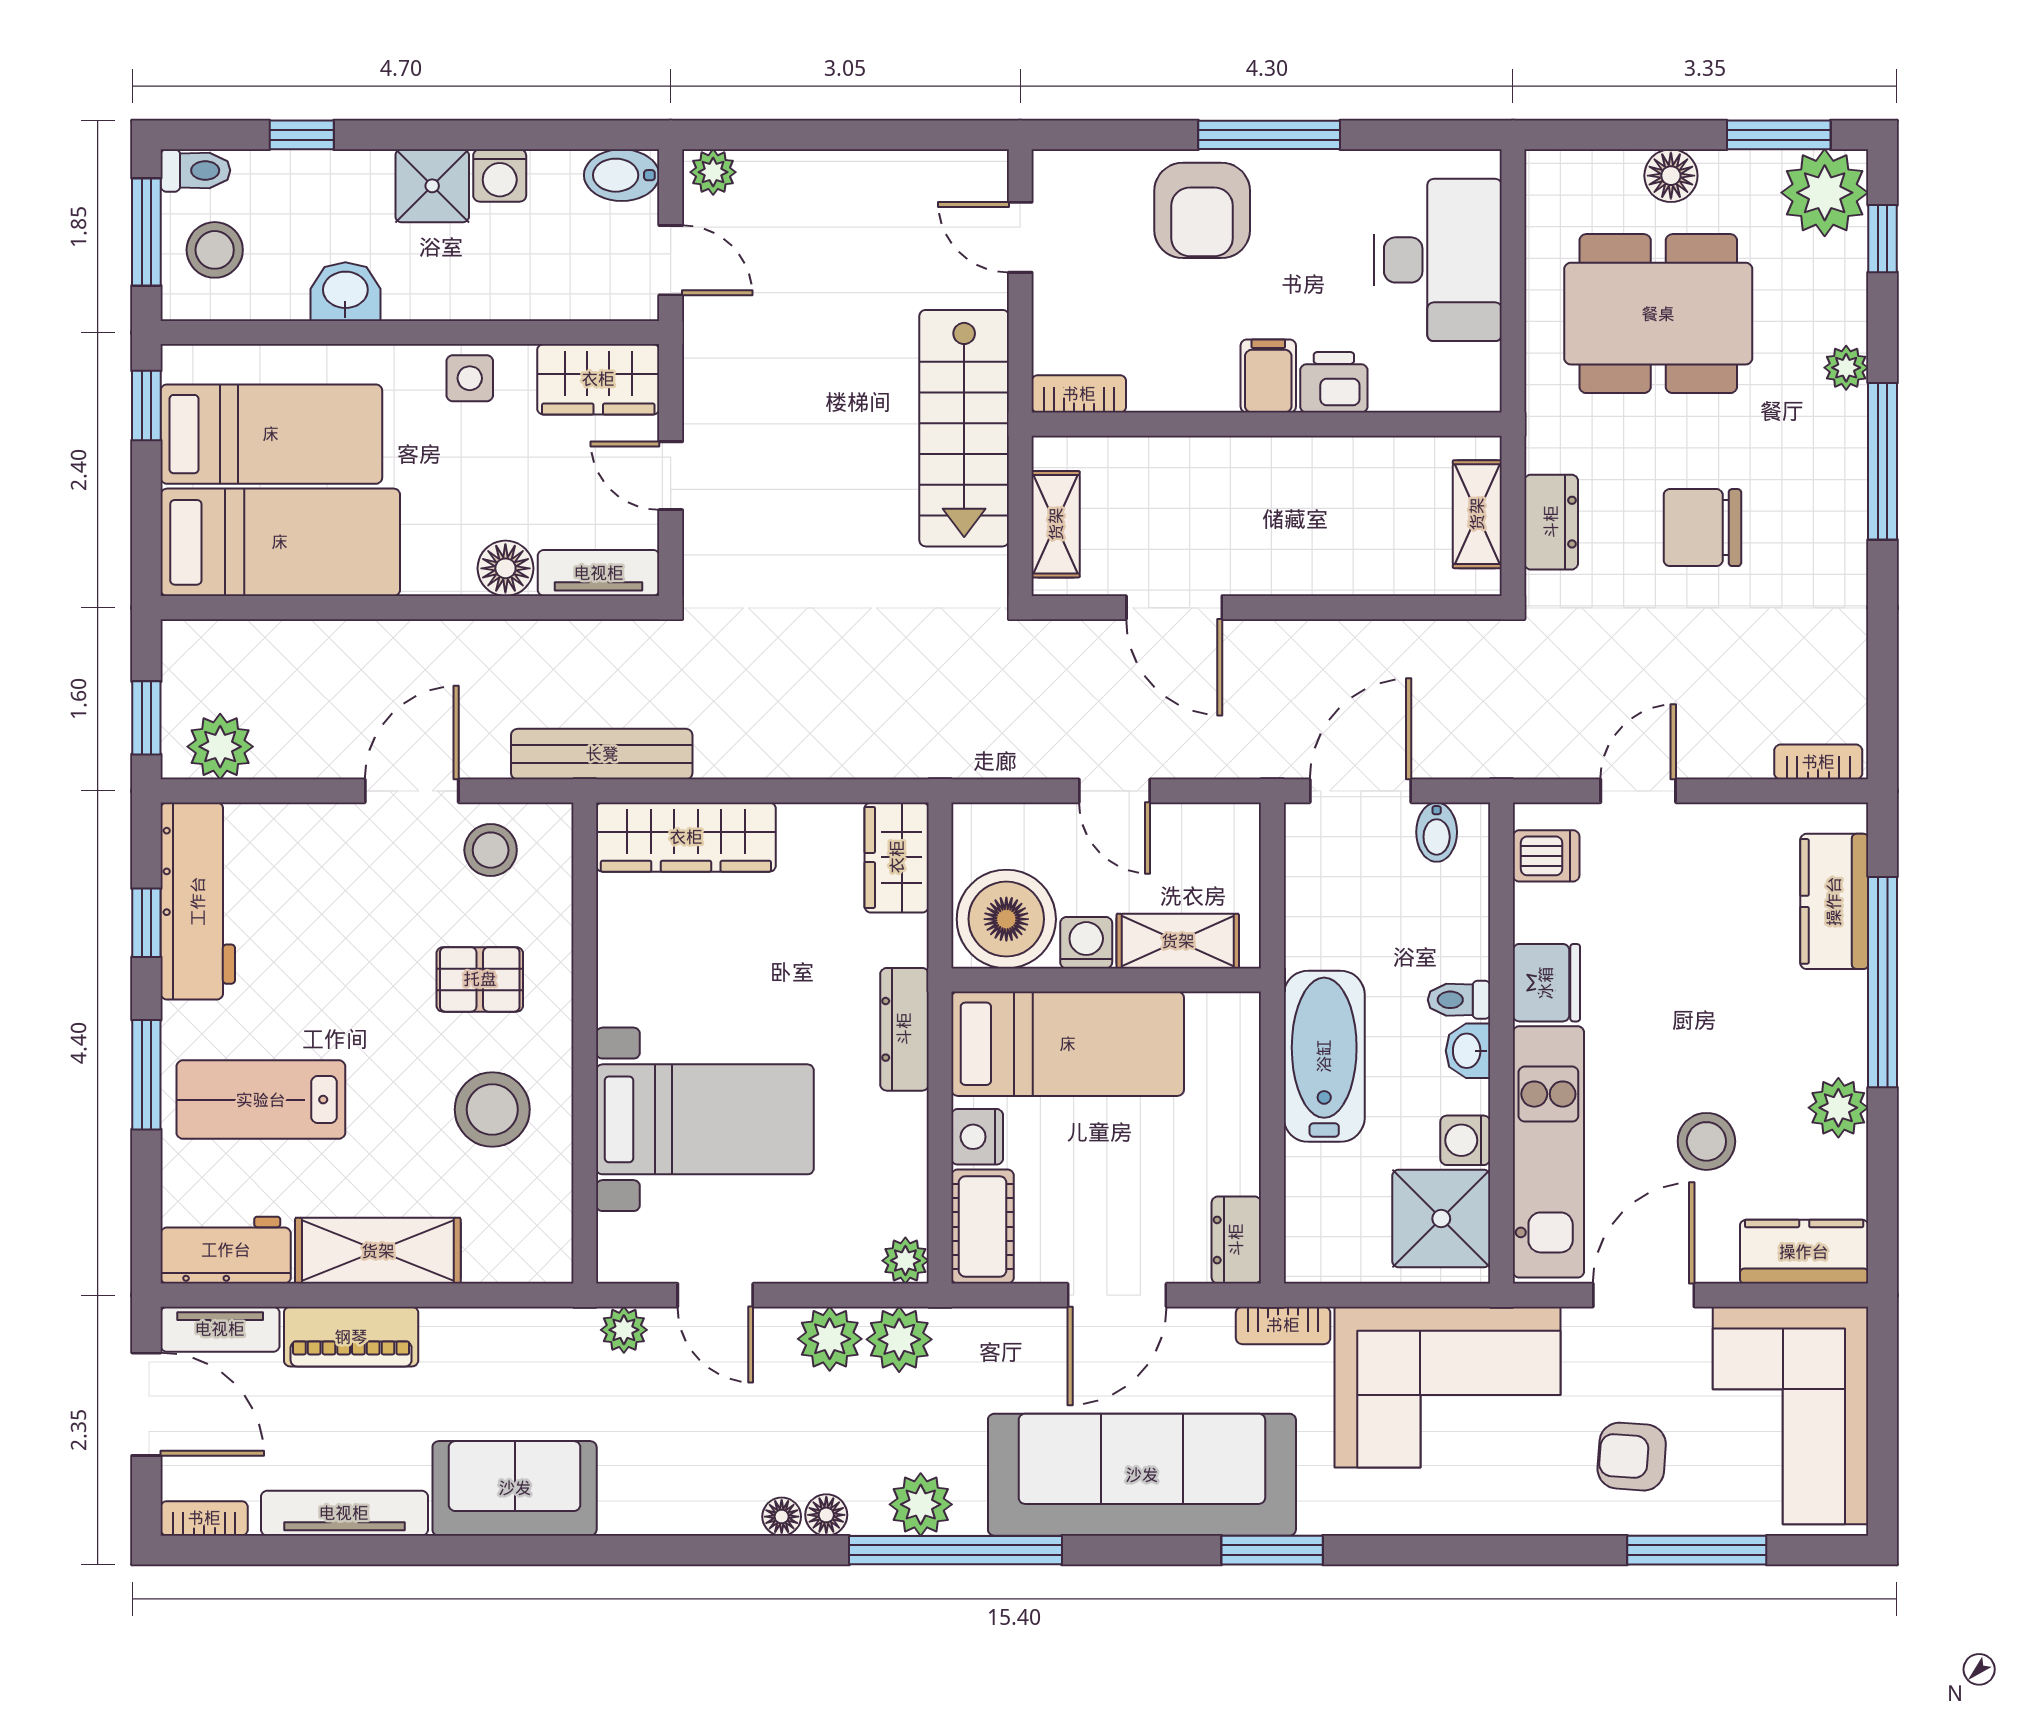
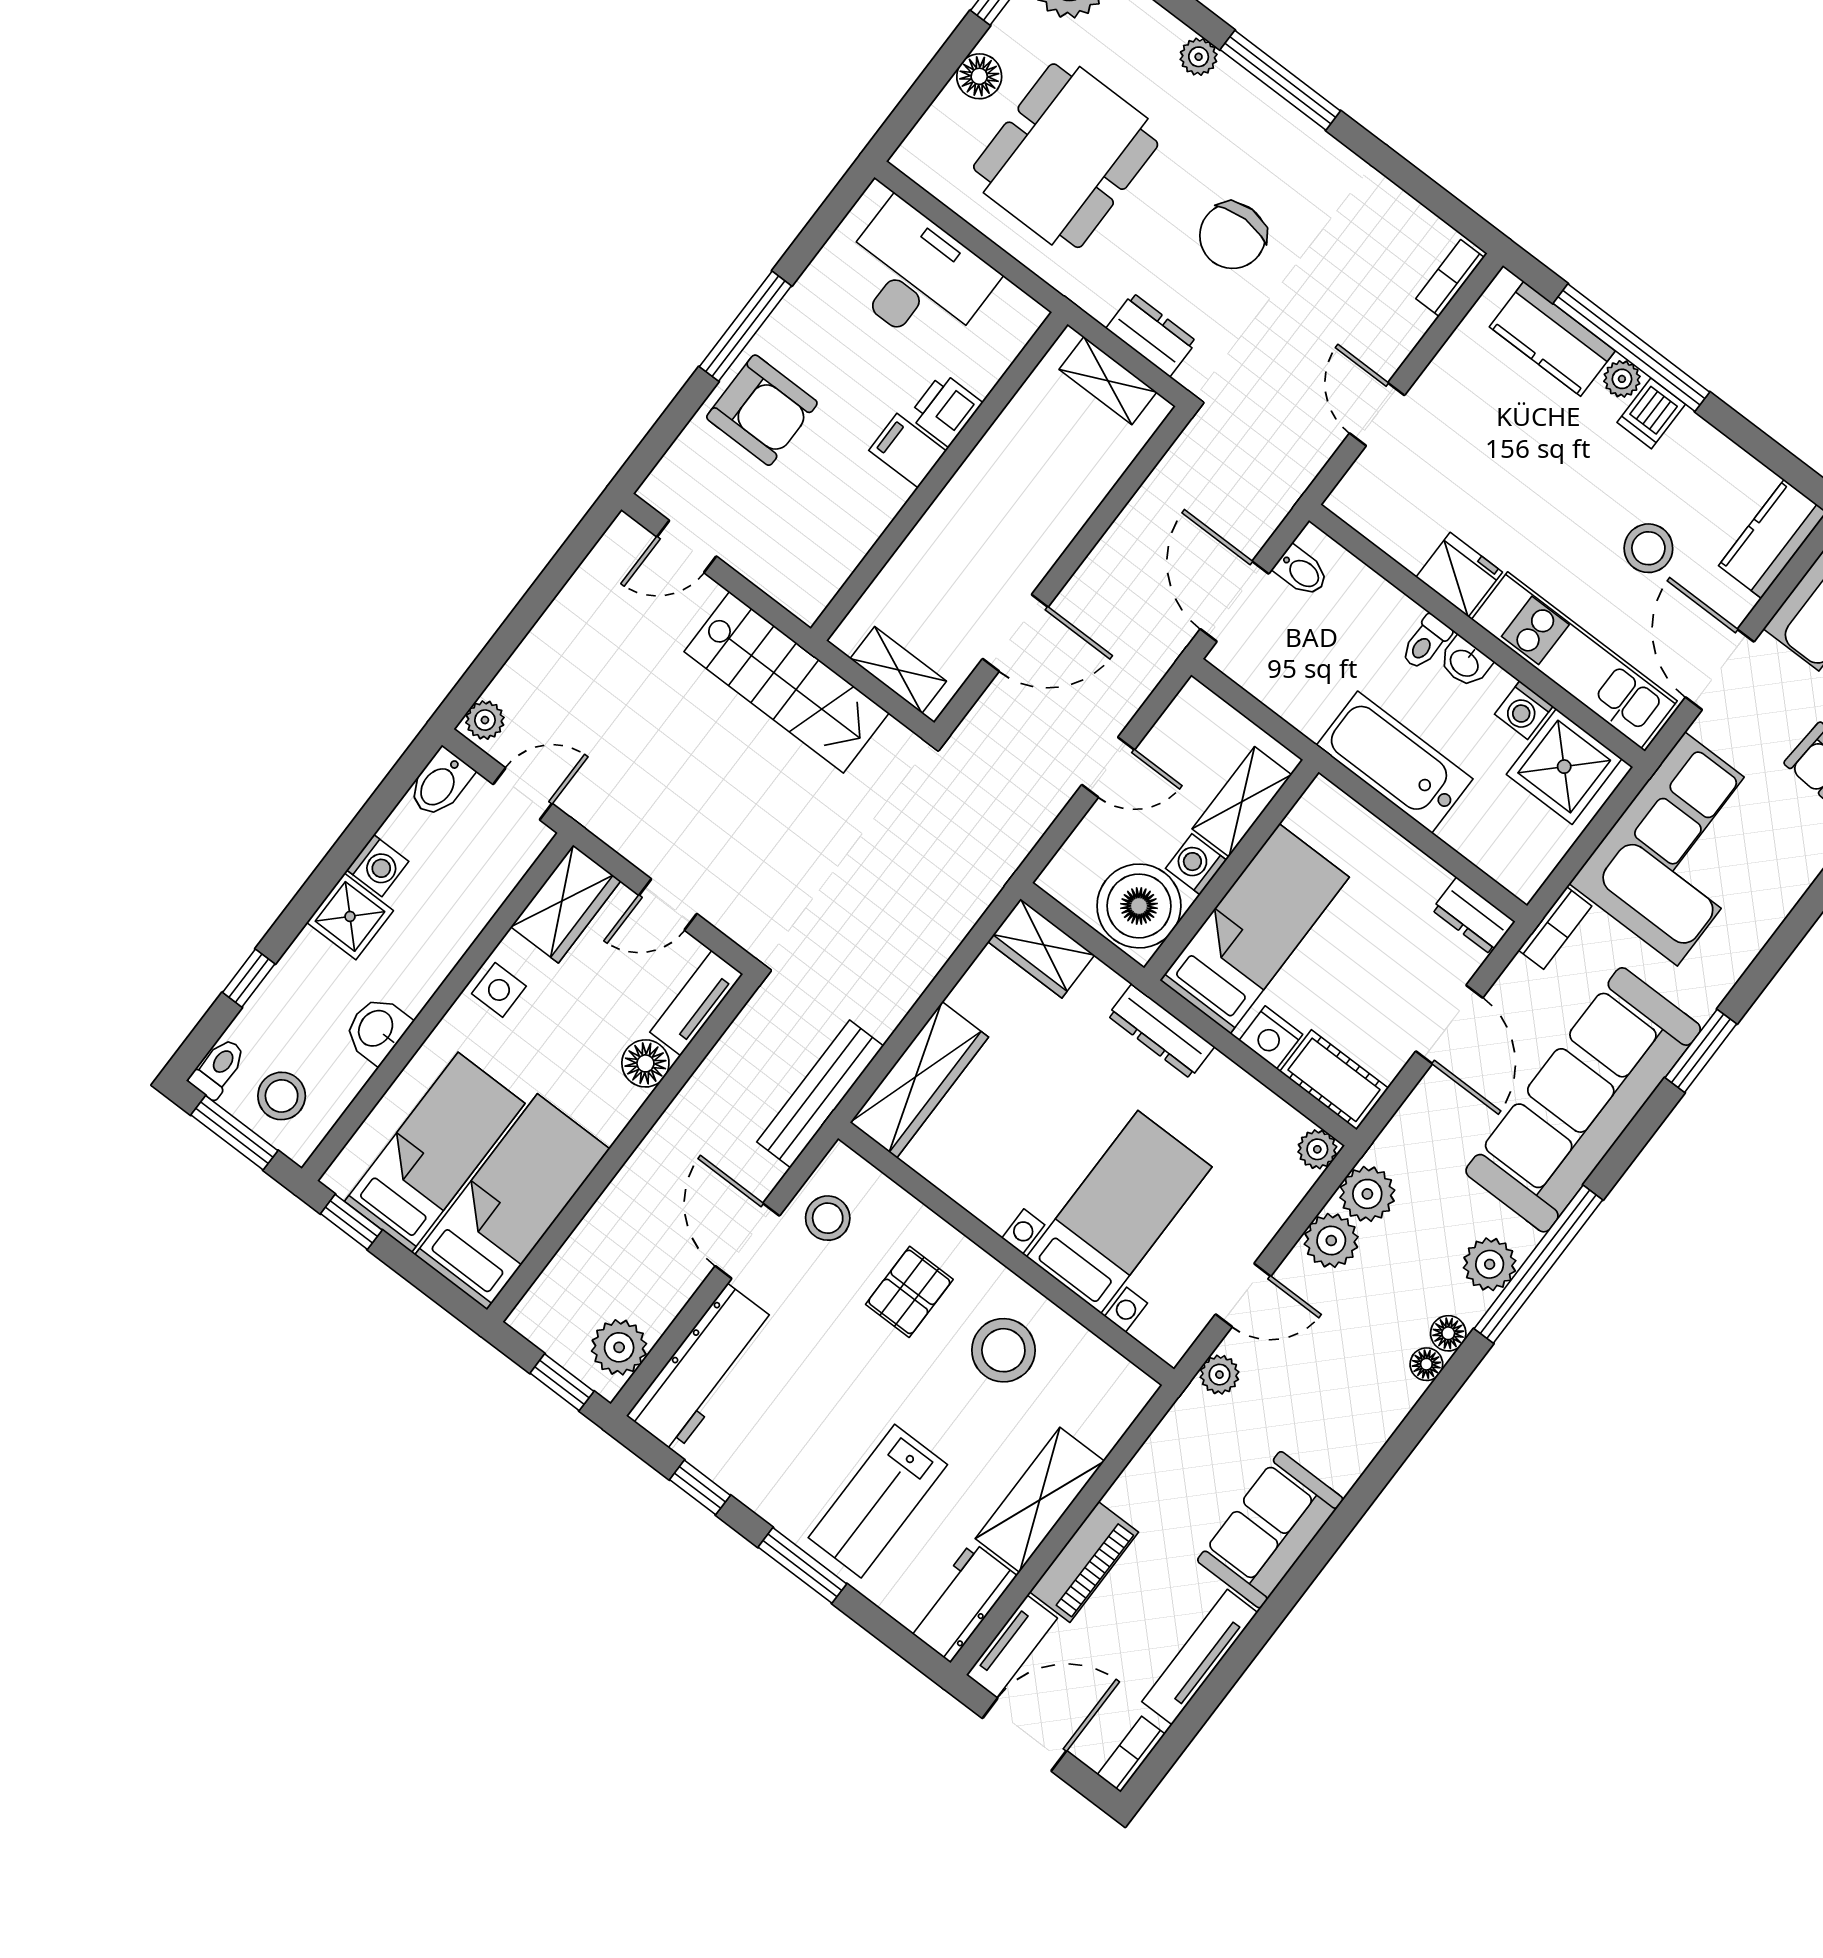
bookcase: (1079, 394) -> (822, 587), removed
dishwasher: (1546, 856) -> (1651, 413), moved, turned 180
workbench: (198, 901) -> (702, 1369), moved, turned 90
plant: (1838, 1108) -> (1622, 379), moved, width x0.73, depth x0.73

